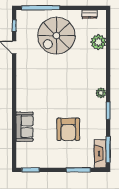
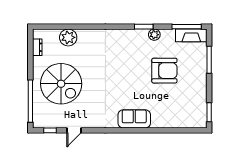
plant: (101, 93) -> (154, 35), moved
sofa: (25, 127) -> (134, 119), moved

